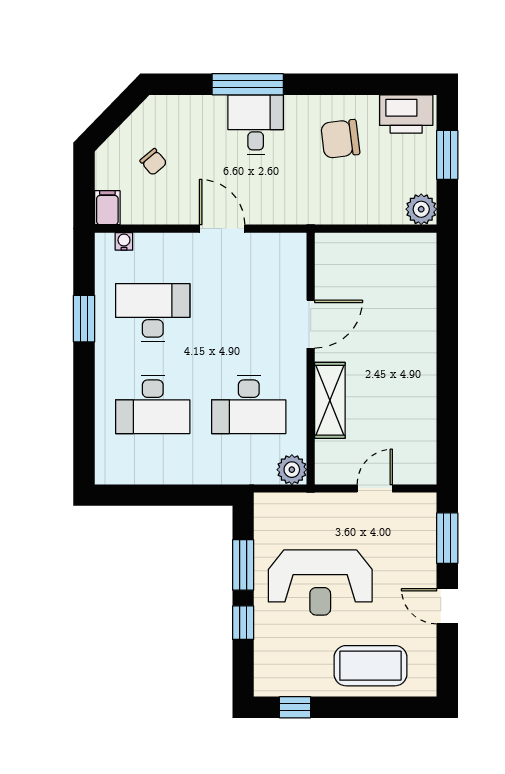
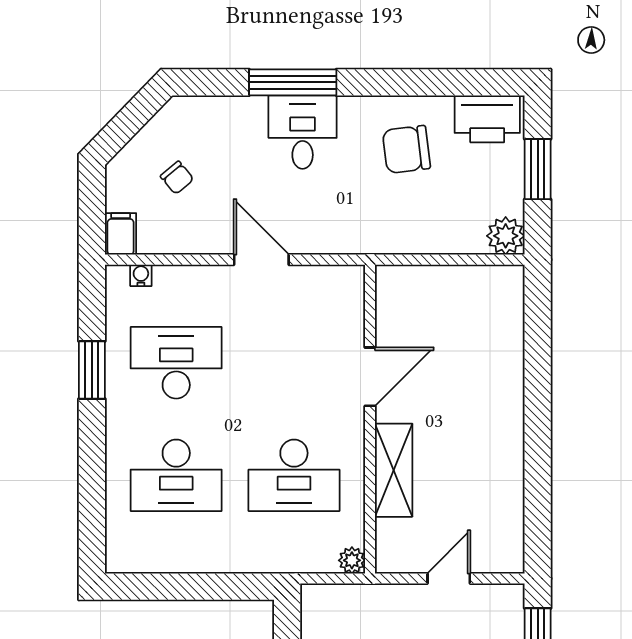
plant: (292, 470) -> (352, 560), width x0.73, depth x0.73

